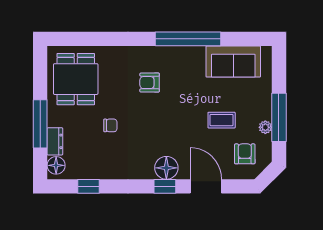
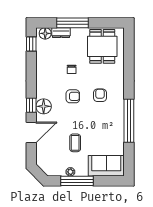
sofa: (233, 62) -> (106, 166), moved, turned 90
dining table: (76, 79) -> (102, 46), turned 90
armchair: (245, 154) -> (73, 96), moved
window: (88, 186) -> (31, 44), moved

